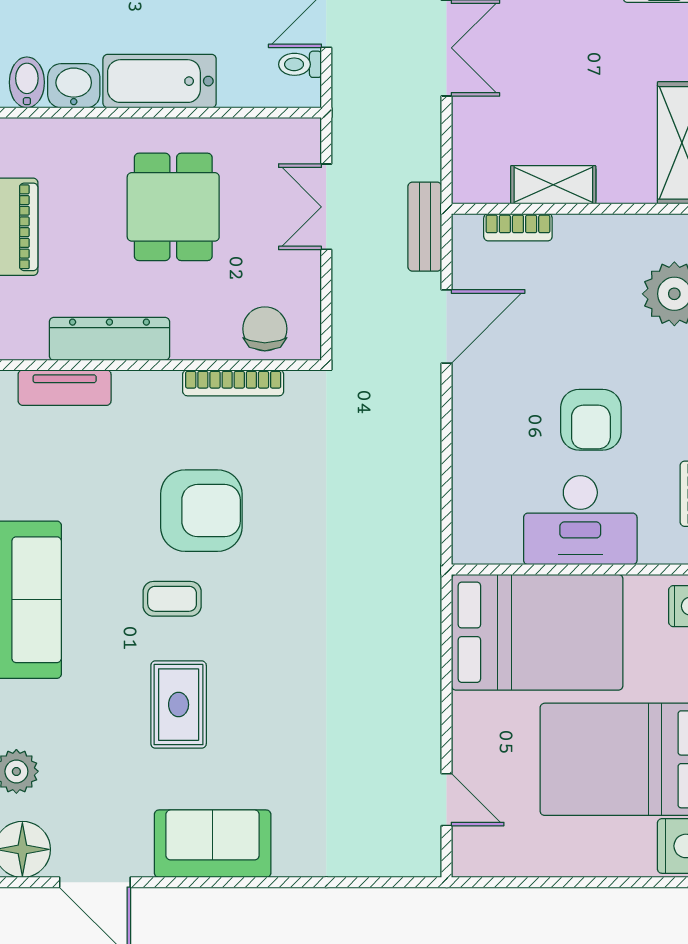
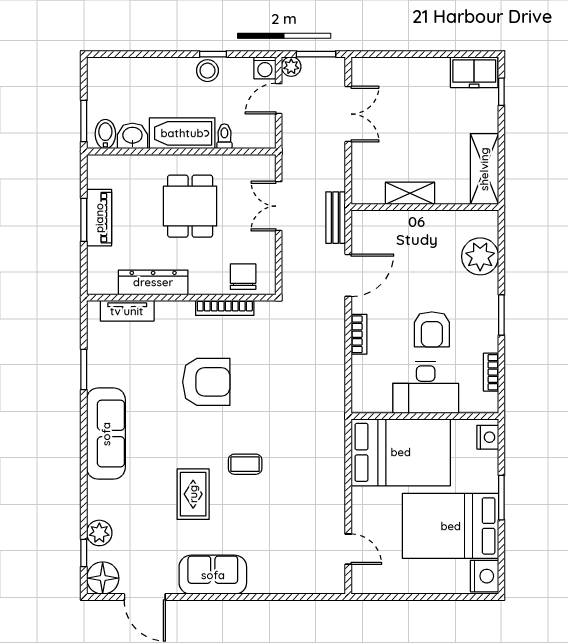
toilet: (300, 64) -> (224, 136), moved, turned 90
bookcase: (518, 227) -> (359, 334), moved, turned -90
coffee table: (172, 599) -> (245, 464), moved

